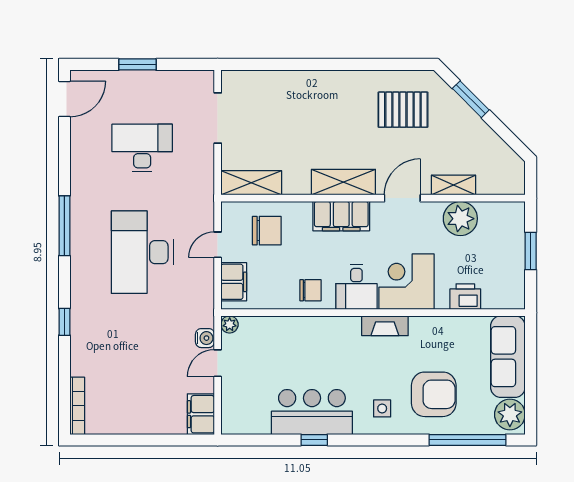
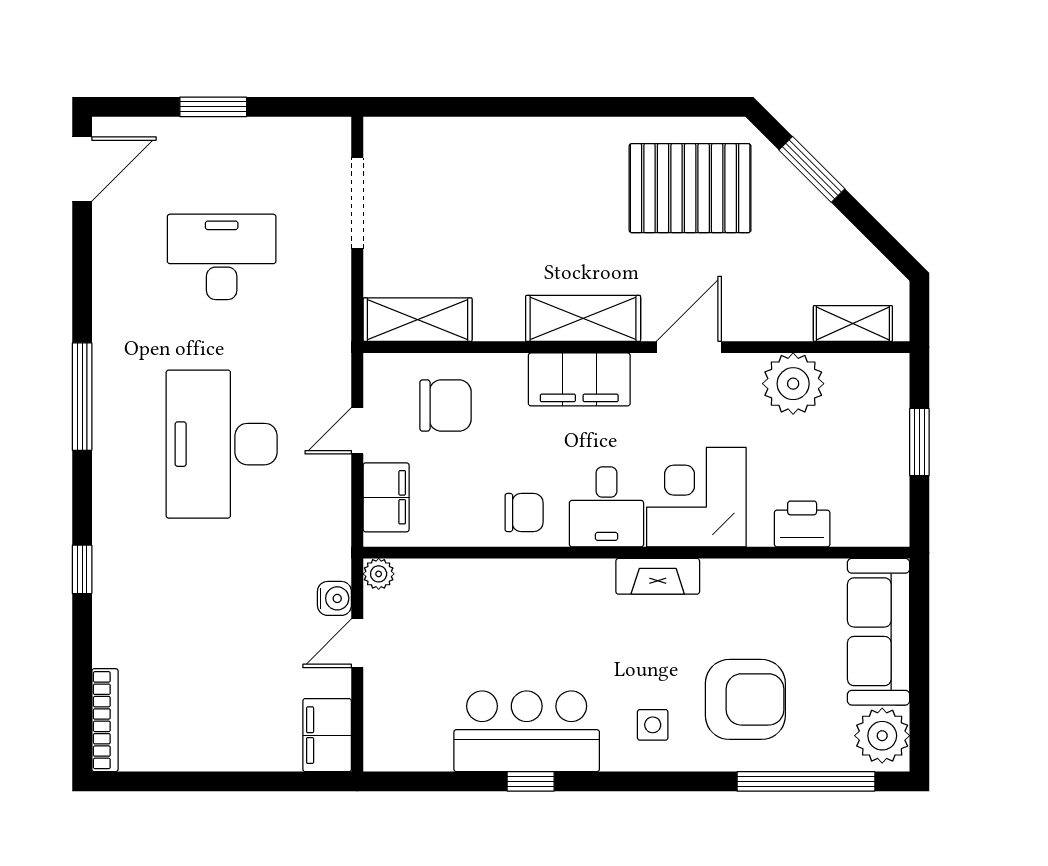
pallet: (403, 110) -> (690, 188), width x1.37, depth x1.41
shelving: (453, 185) -> (853, 324), moved

